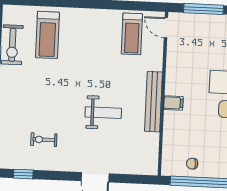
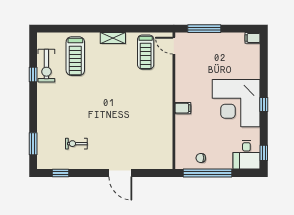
shelving: (93, 15) -> (113, 38), added
bench: (154, 102) -> (166, 108), removed
weight bench: (103, 113) -> (125, 119), removed

